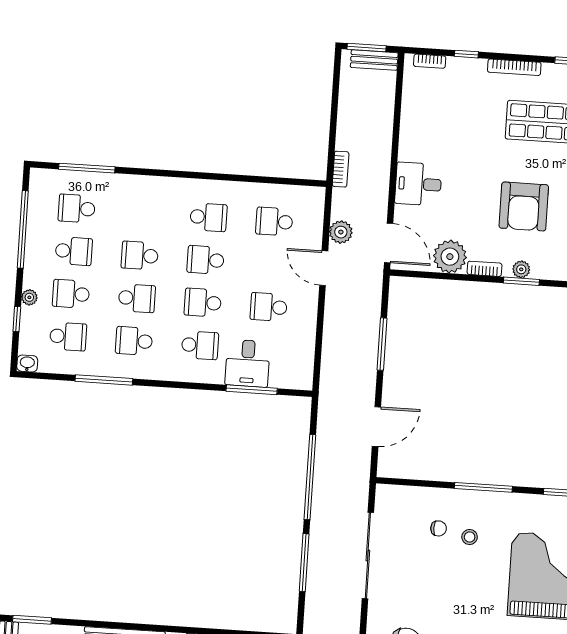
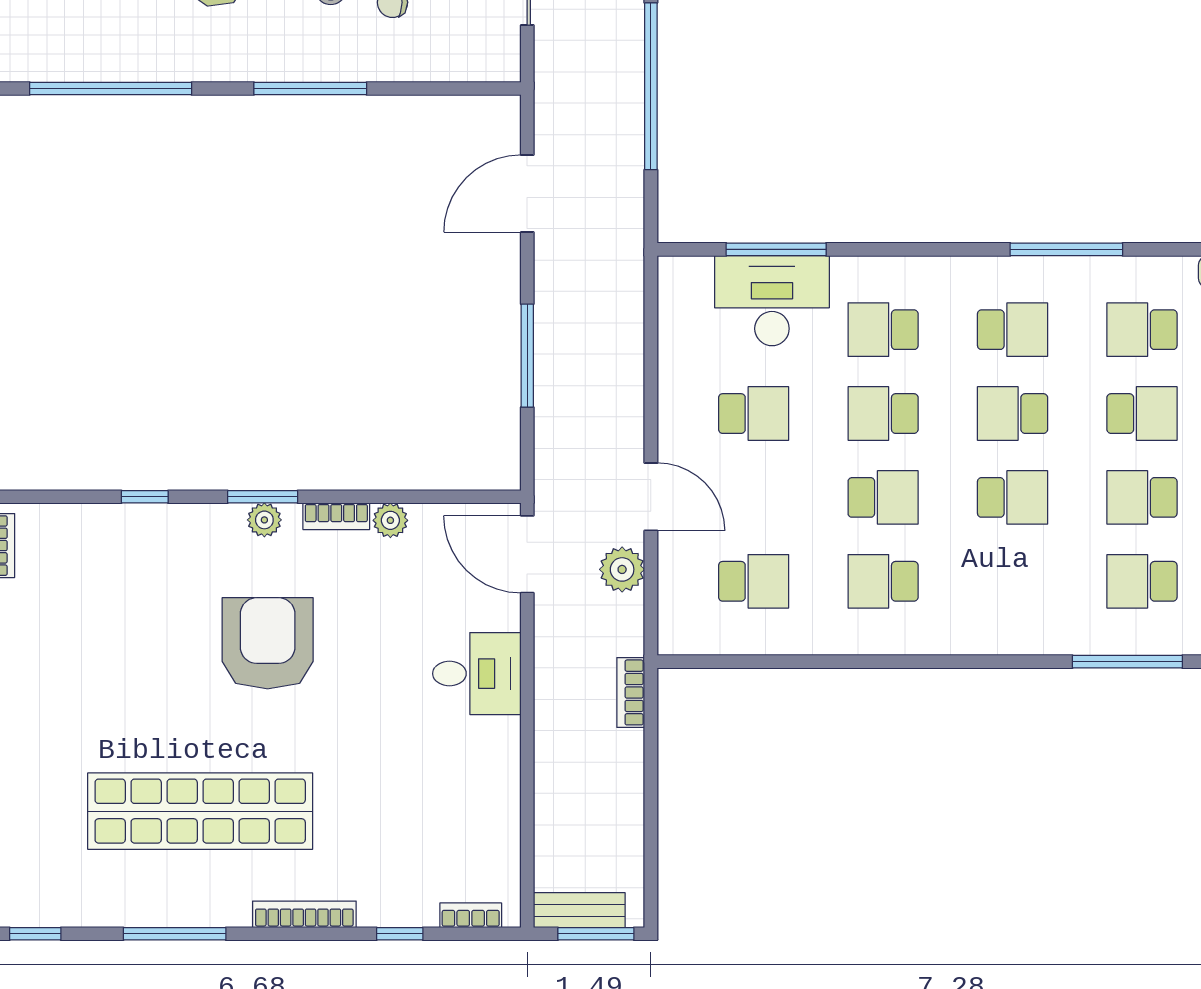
school desk: (77, 208) -> (1142, 581), turned 180
plant: (450, 257) -> (390, 520), width x0.53, depth x0.53
school desk: (203, 303) -> (883, 414), turned 180
desk: (248, 363) -> (772, 301), width x1.37

